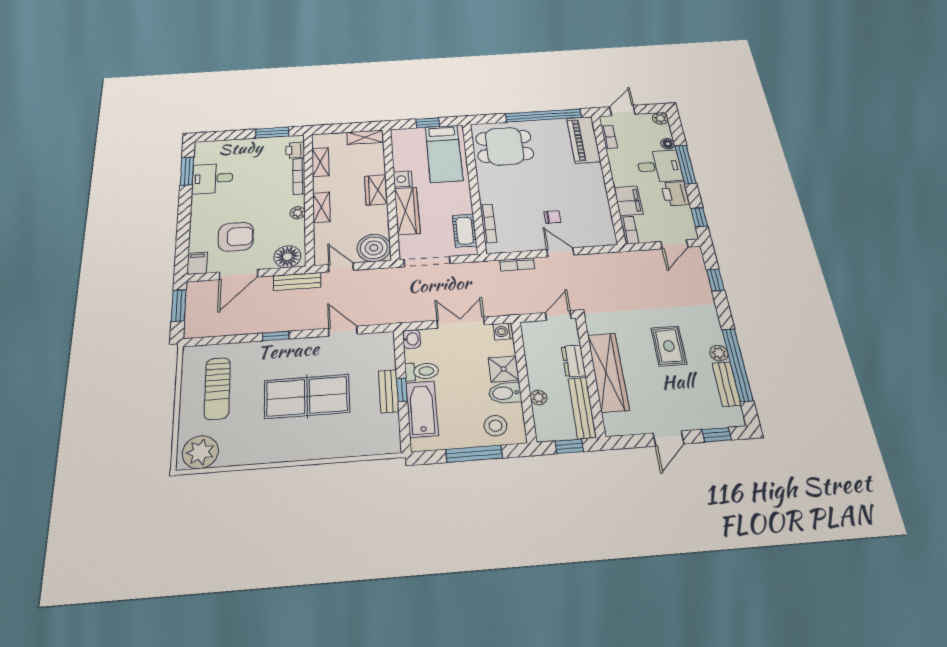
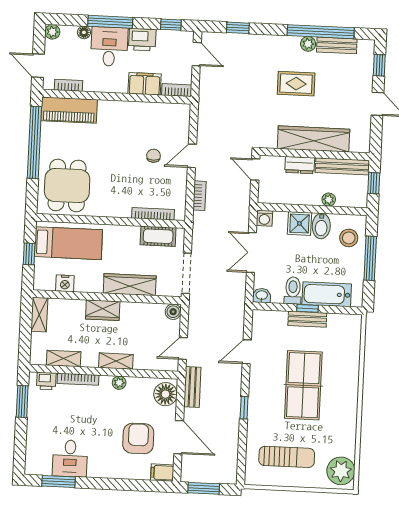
nightstand: (403, 179) -> (65, 283), moved
boiler: (374, 248) -> (173, 312), width x0.54, depth x0.54

